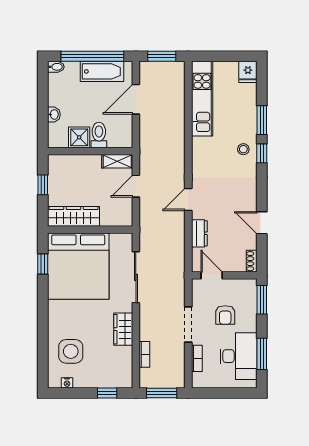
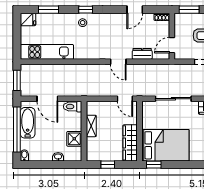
window: (262, 120) -> (48, 10), moved
toilet: (99, 135) -> (73, 107), moved
shelving: (117, 161) -> (91, 126), moved
door: (136, 186) -> (125, 99), moved
window: (43, 264) -> (154, 165), moved
bed: (78, 266) -> (165, 145), width x0.73

